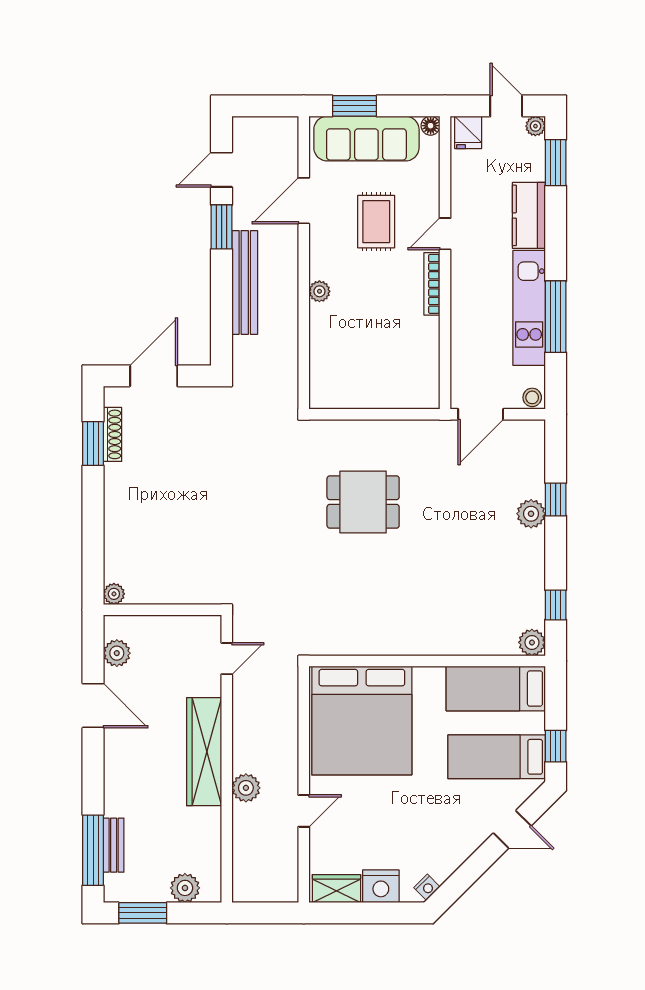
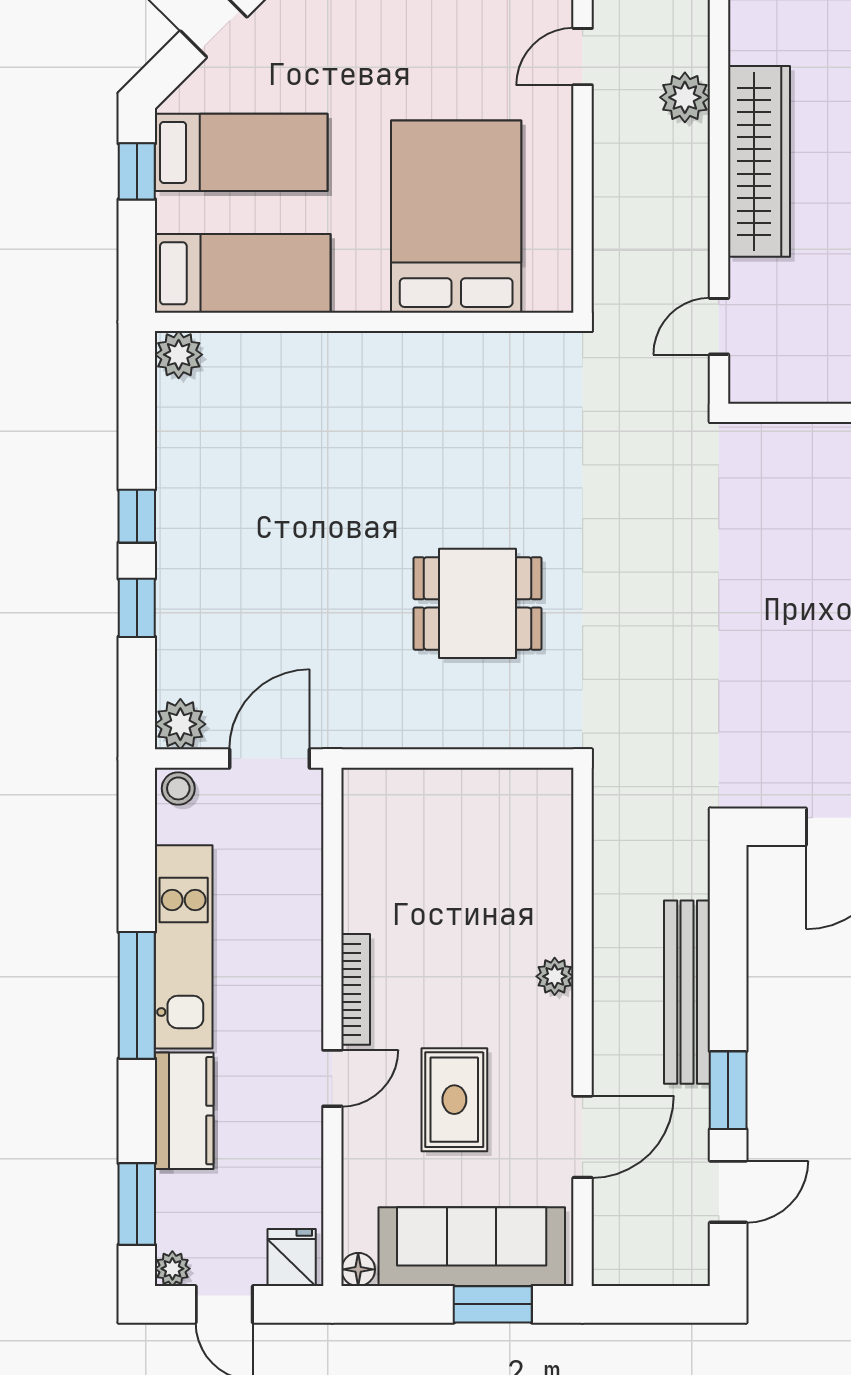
window: (556, 317) -> (137, 995), moved
plant: (531, 514) -> (180, 724), moved
window: (556, 605) -> (137, 516), moved
bed: (362, 721) -> (456, 217), width x0.73

